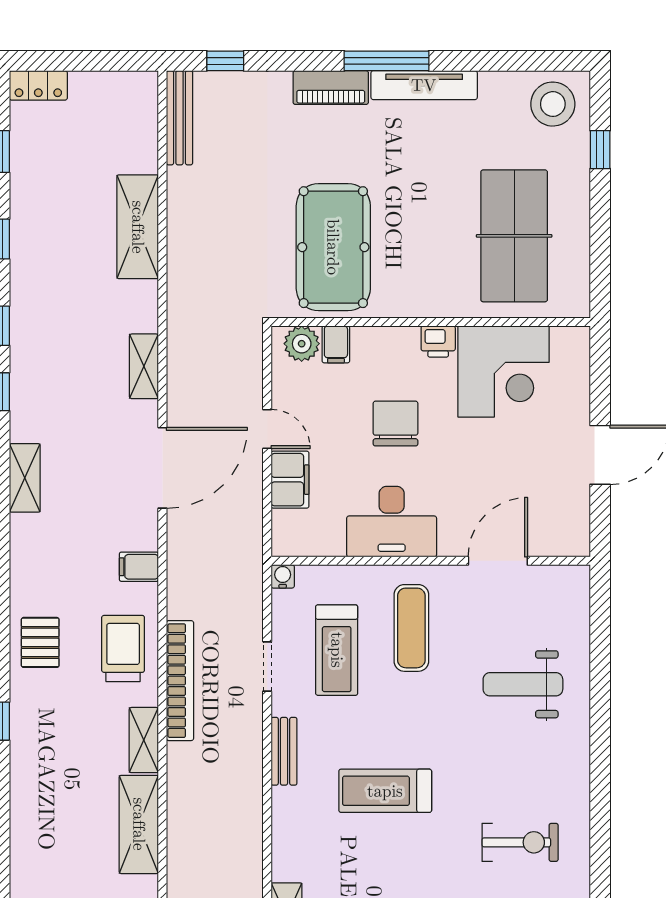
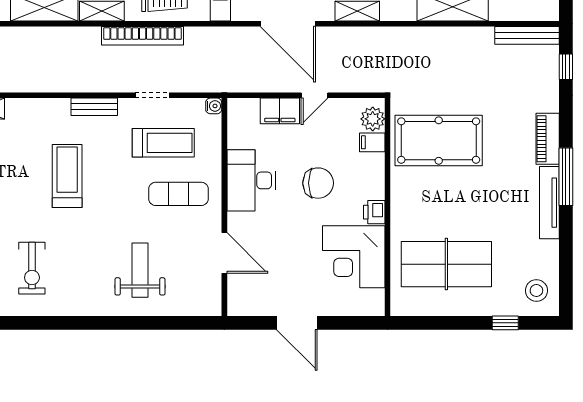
stool: (553, 104) -> (536, 291), width x0.73, depth x0.73
treadmill: (337, 650) -> (163, 143), turned 180

